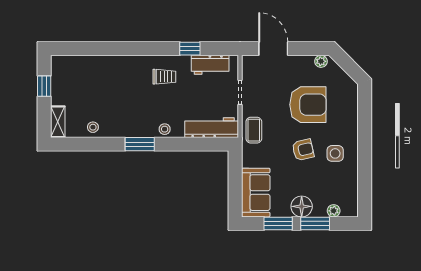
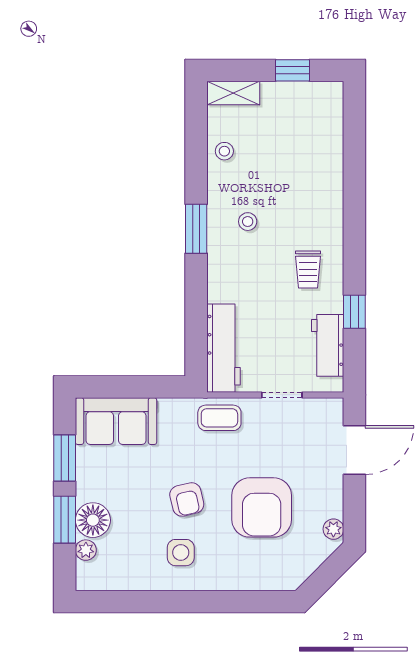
stool: (165, 129) -> (248, 222), moved
floor lamp: (302, 206) -> (93, 520), moved

